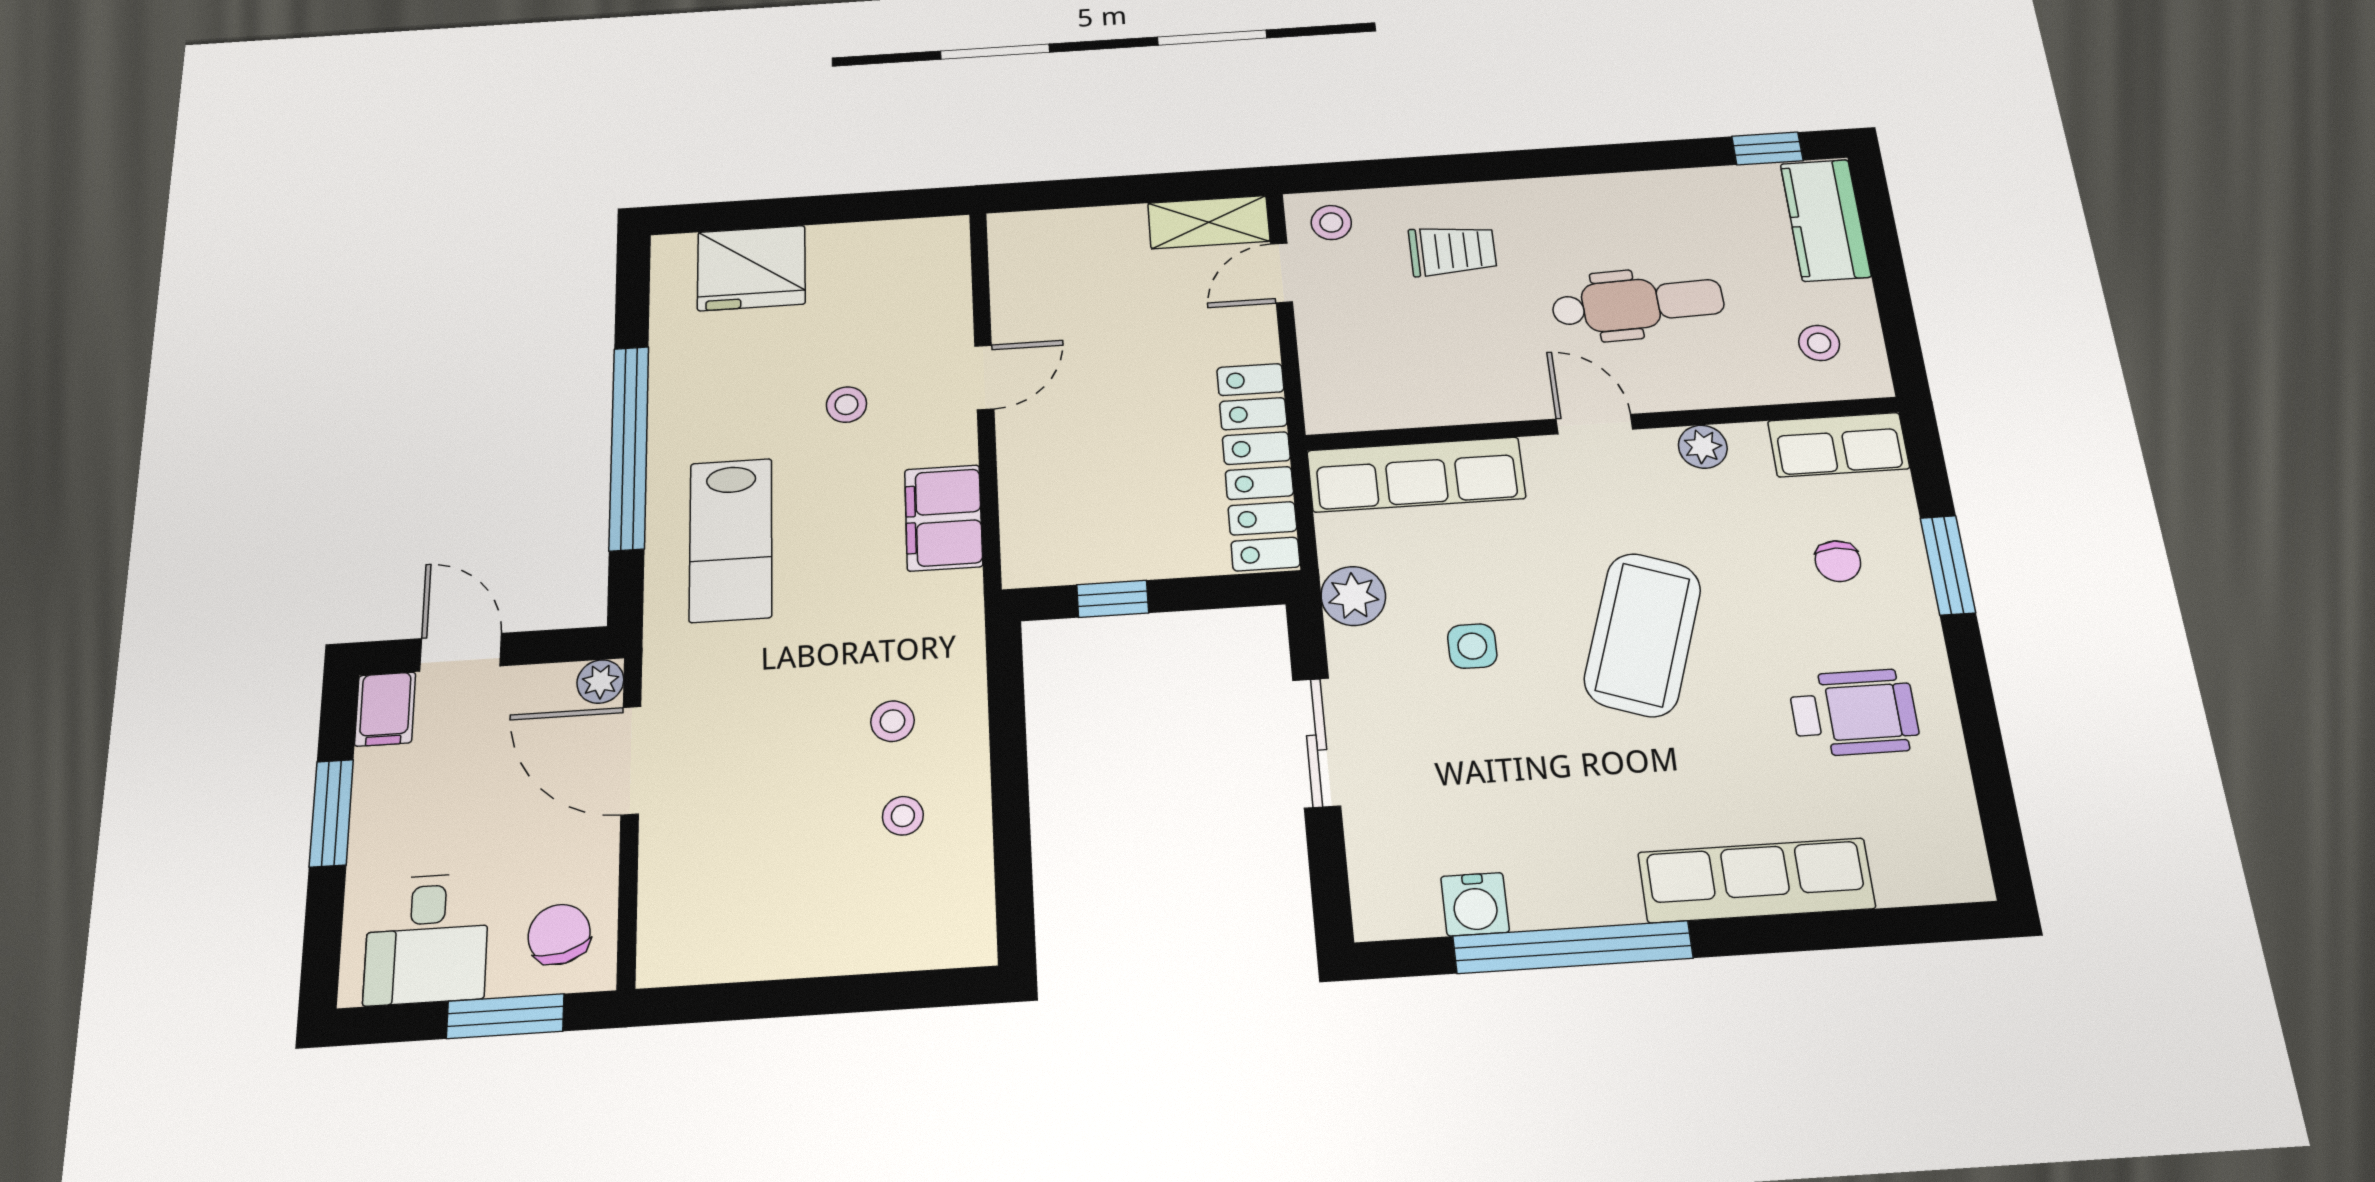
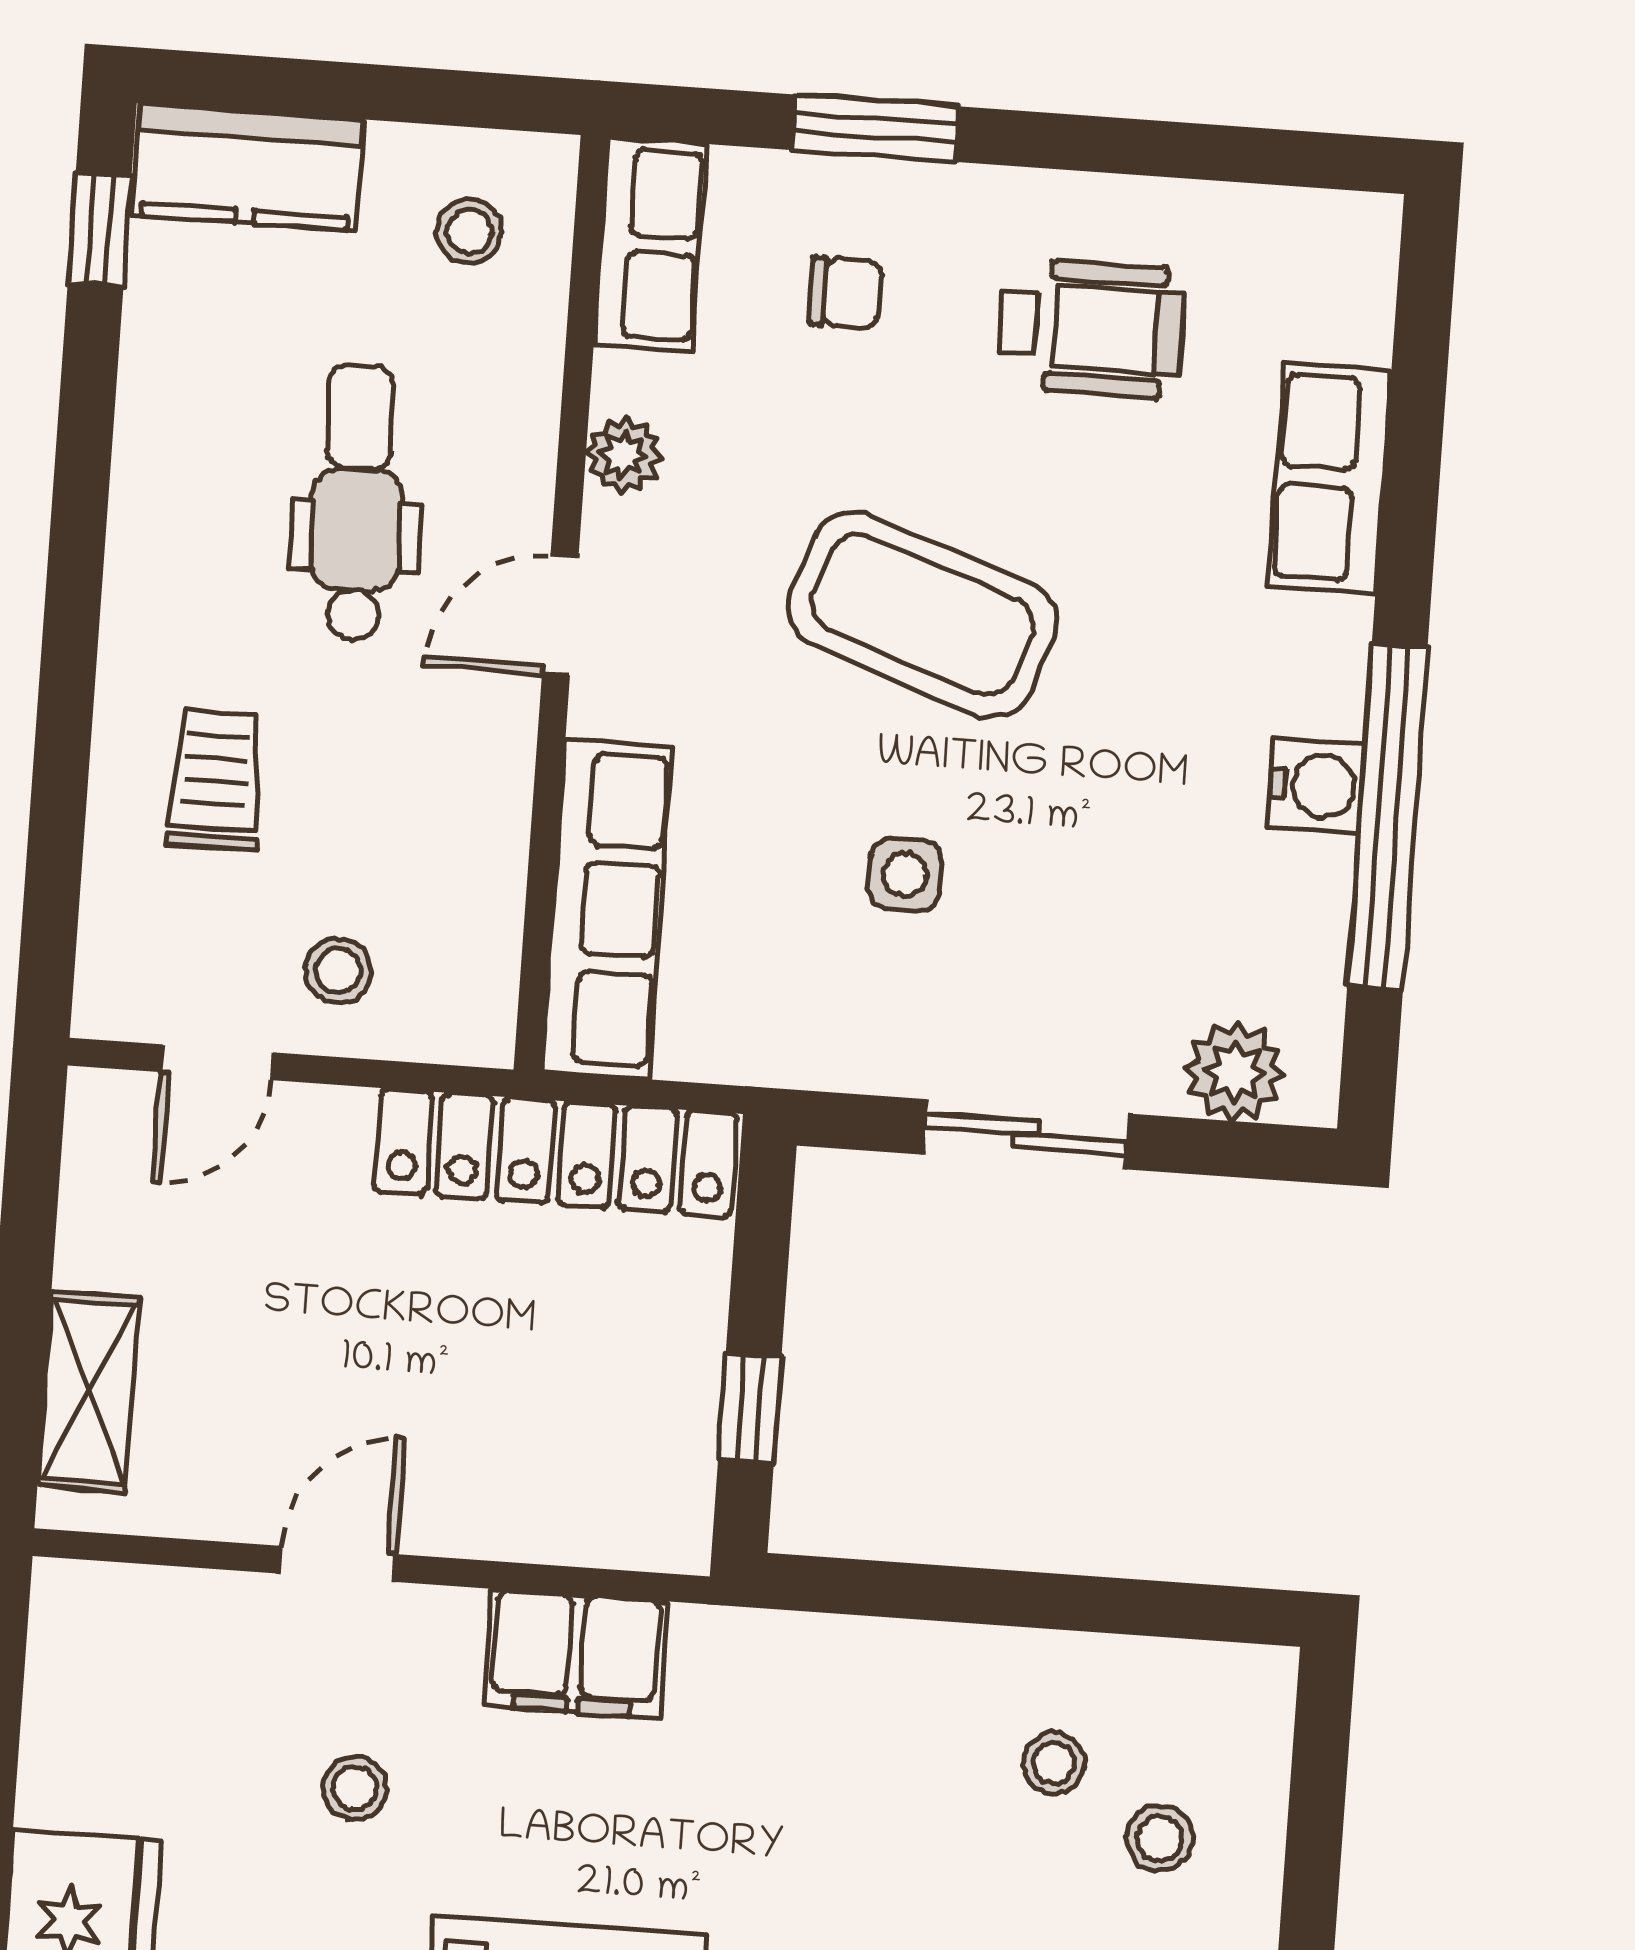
shelving: (1209, 222) -> (88, 1392), moved
stool: (1331, 223) -> (338, 970), moved
door: (1282, 273) -> (217, 1062), hinge flipped
door: (984, 377) -> (338, 1564), hinge flipped
plant: (1353, 596) -> (1235, 1072), moved
wheelchair: (1854, 713) -> (1091, 328), turned 90
stool: (893, 721) -> (1160, 1838), moved
row of seats: (1756, 880) -> (1330, 478), width x0.68
water cooler: (1475, 904) -> (1316, 785), moved

